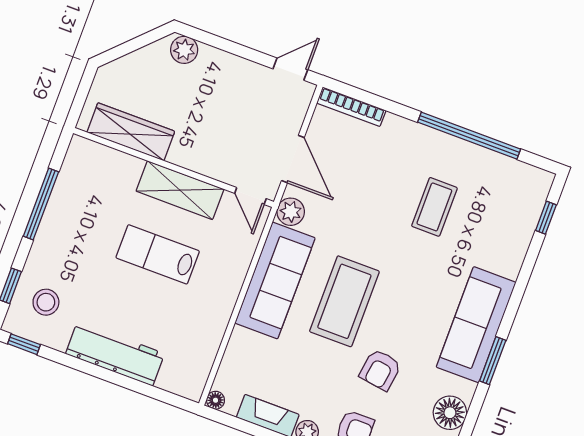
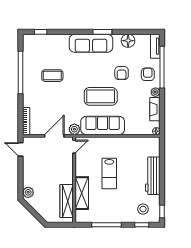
shelving: (180, 190) -> (82, 193), moved
armchair: (380, 370) -> (122, 73), turned 82

